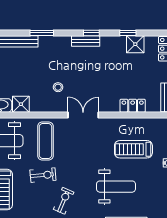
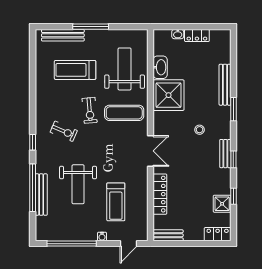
stool: (58, 87) -> (200, 130), moved
shower: (21, 104) -> (169, 95), width x1.86, depth x1.86
locker: (133, 106) -> (160, 194), width x1.53
treadmill: (133, 149) -> (116, 202), turned 180

